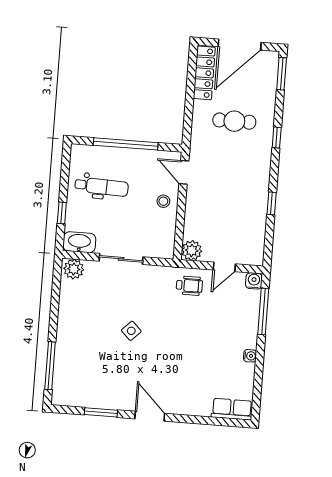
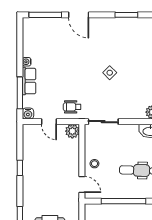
sliding door: (121, 259) -> (103, 122), moved
door: (224, 267) -> (49, 122), swing flipped
row of seats: (232, 409) -> (29, 81), moved, turned -90
door: (150, 416) -> (79, 15), moved
window: (218, 421) -> (45, 15), added

